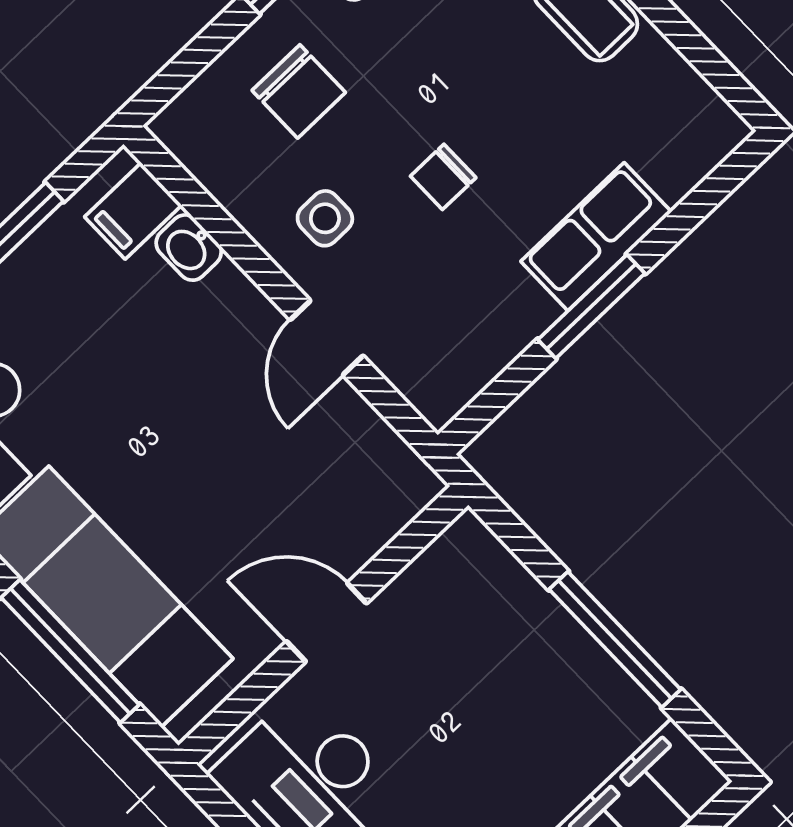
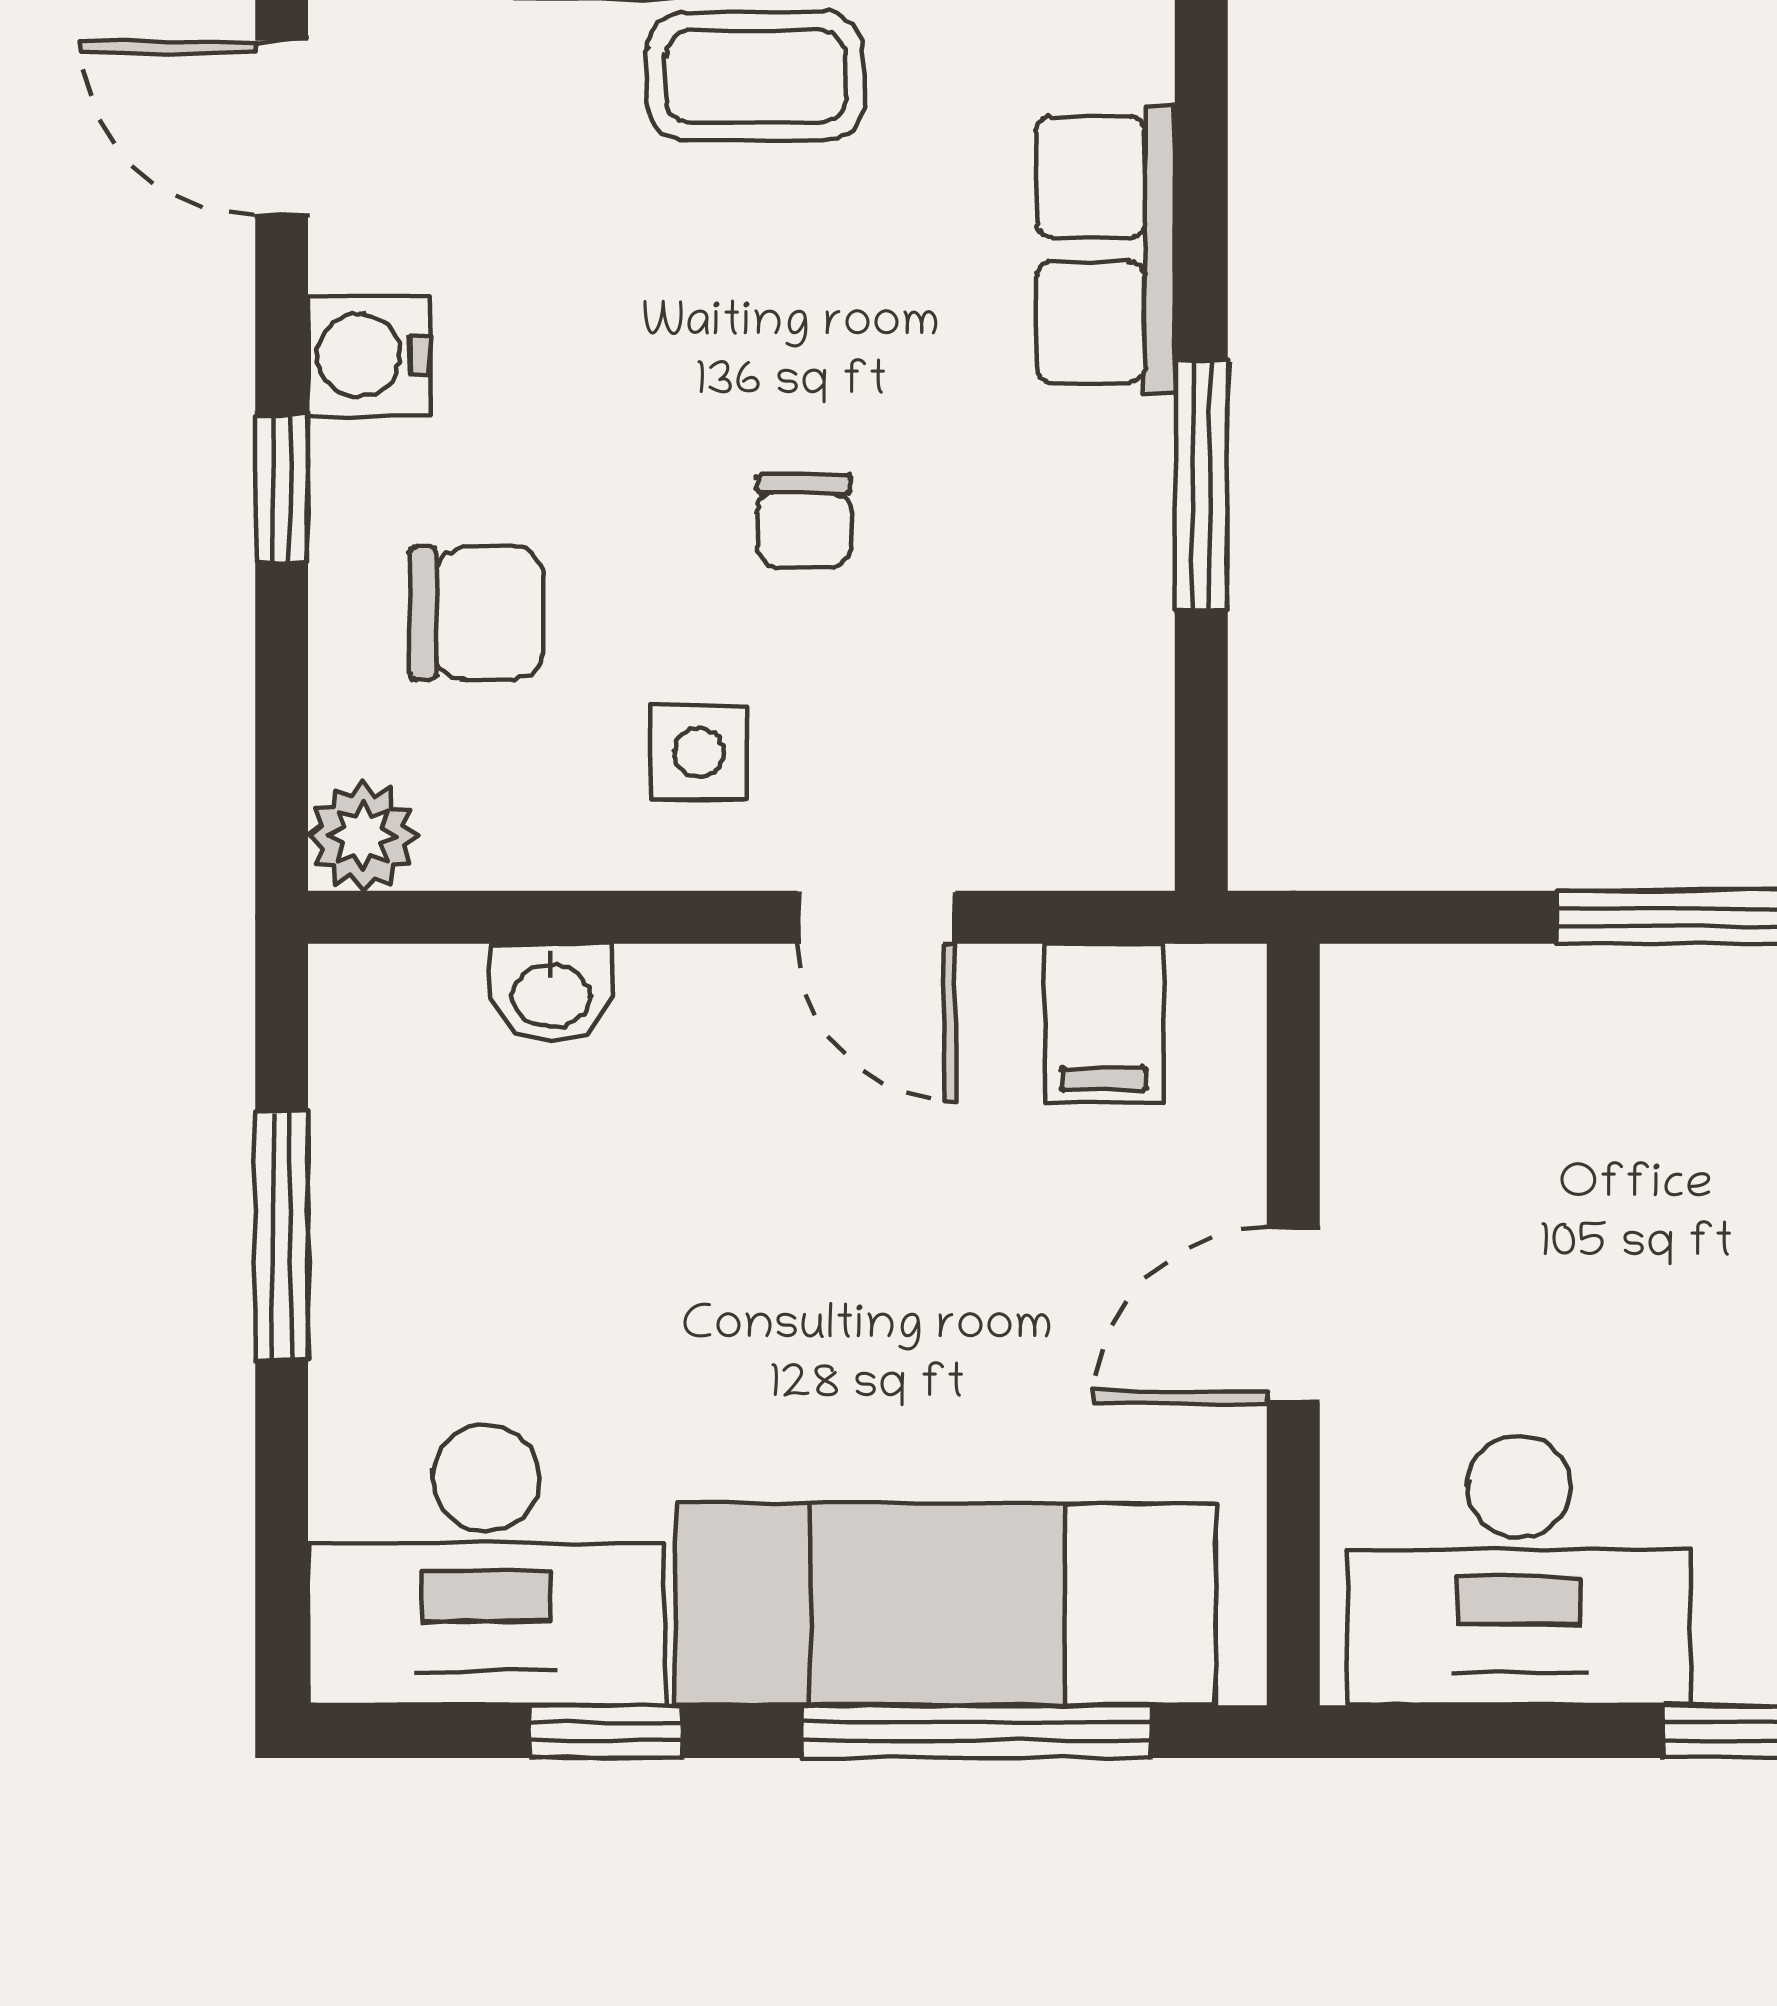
plant: (181, 127) -> (363, 836), added
filing cabinet: (133, 211) -> (1104, 1023), moved
row of seats: (596, 237) -> (1106, 250), moved

